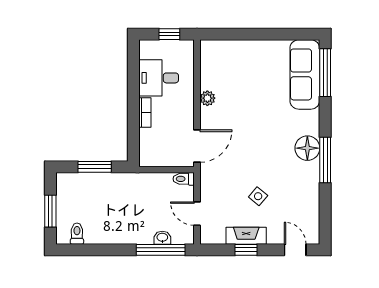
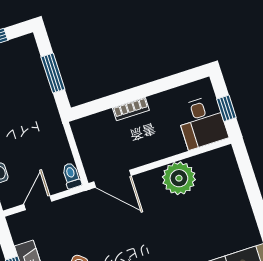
desk: (159, 78) -> (202, 122), moved, turned 180
plant: (207, 98) -> (179, 178), width x1.87, depth x1.87

